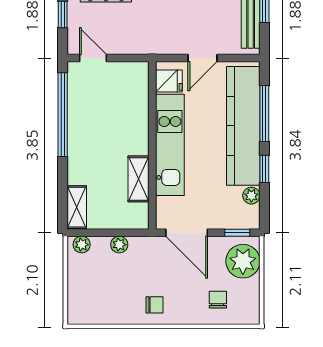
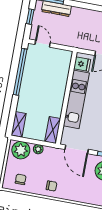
shelving: (138, 179) -> (53, 130), moved
plant: (82, 245) -> (21, 150), width x1.87, depth x1.87
chair: (218, 300) -> (21, 179), moved

